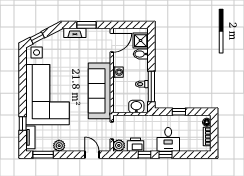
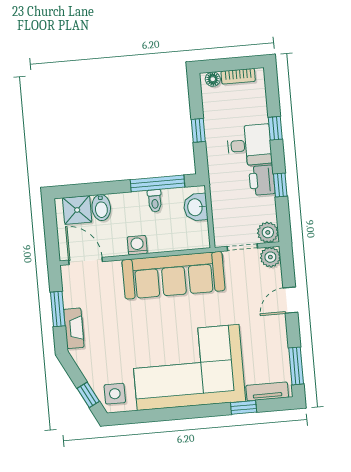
printer: (136, 145) -> (262, 180), moved
plant: (59, 146) -> (270, 257), moved
door: (92, 155) -> (290, 300), moved
window: (165, 155) -> (275, 128), moved

